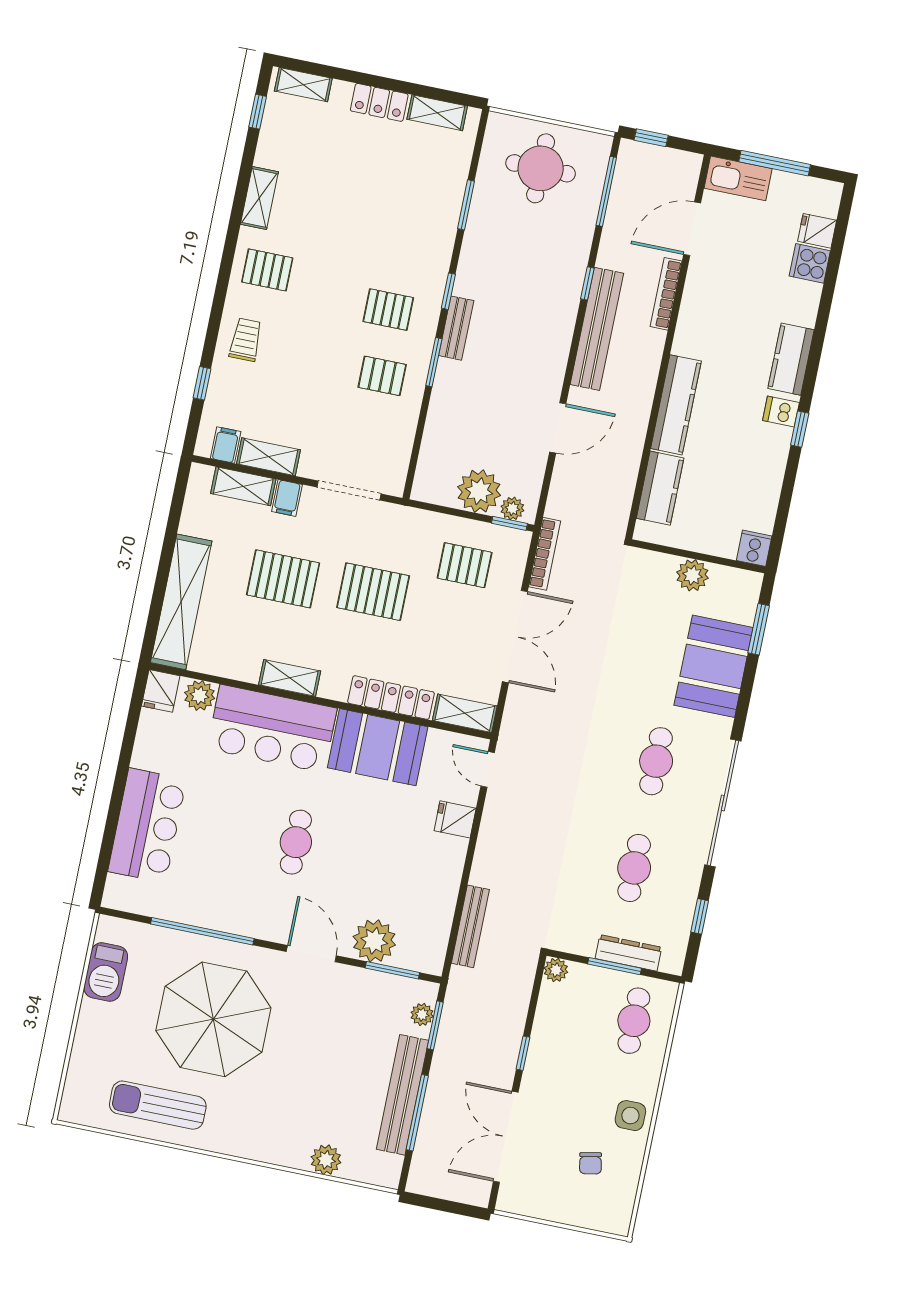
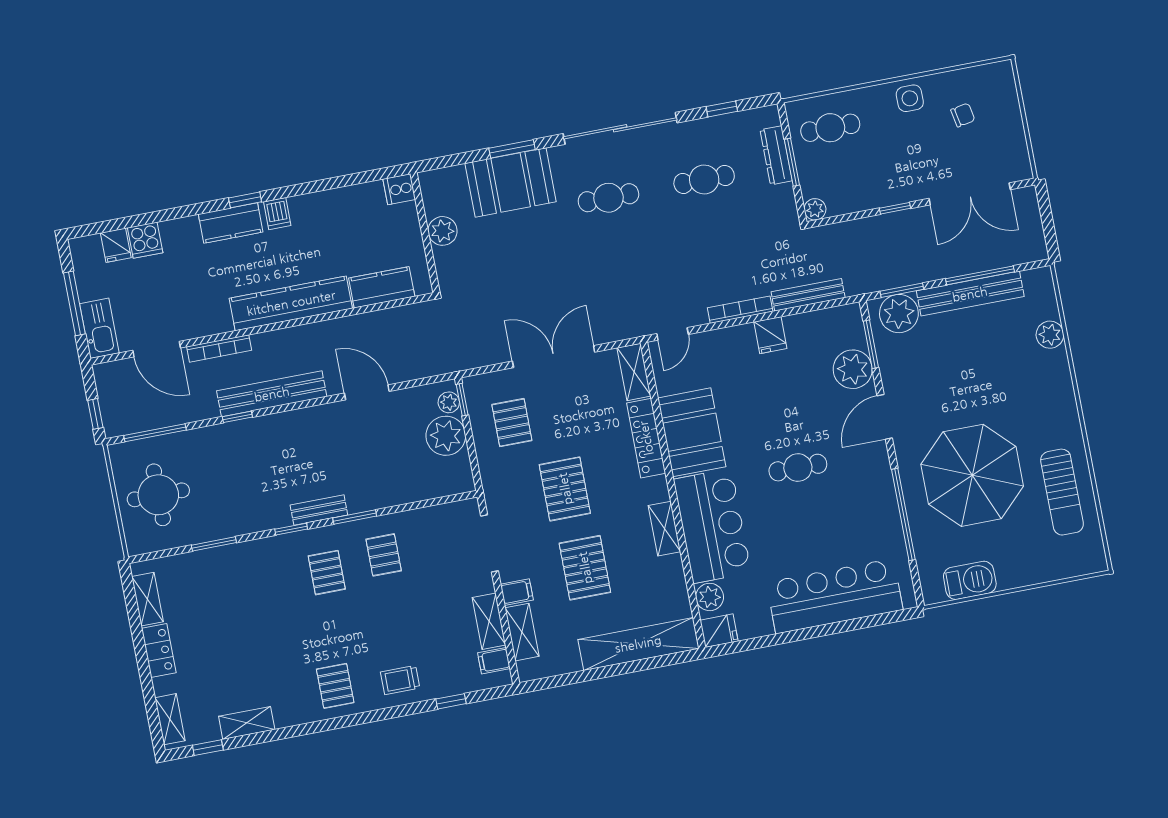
shelving: (259, 198) -> (247, 723), moved
kitchen counter: (676, 405) -> (291, 303), width x1.39, depth x1.17
window: (800, 429) -> (245, 200), moved
bookcase: (545, 554) -> (740, 310), moved
window: (759, 629) -> (512, 149), moved
fridge: (455, 819) -> (770, 335), moved
bar counter: (147, 825) -> (835, 596), width x1.36
plant: (422, 1014) -> (899, 314), width x1.88, depth x1.88

